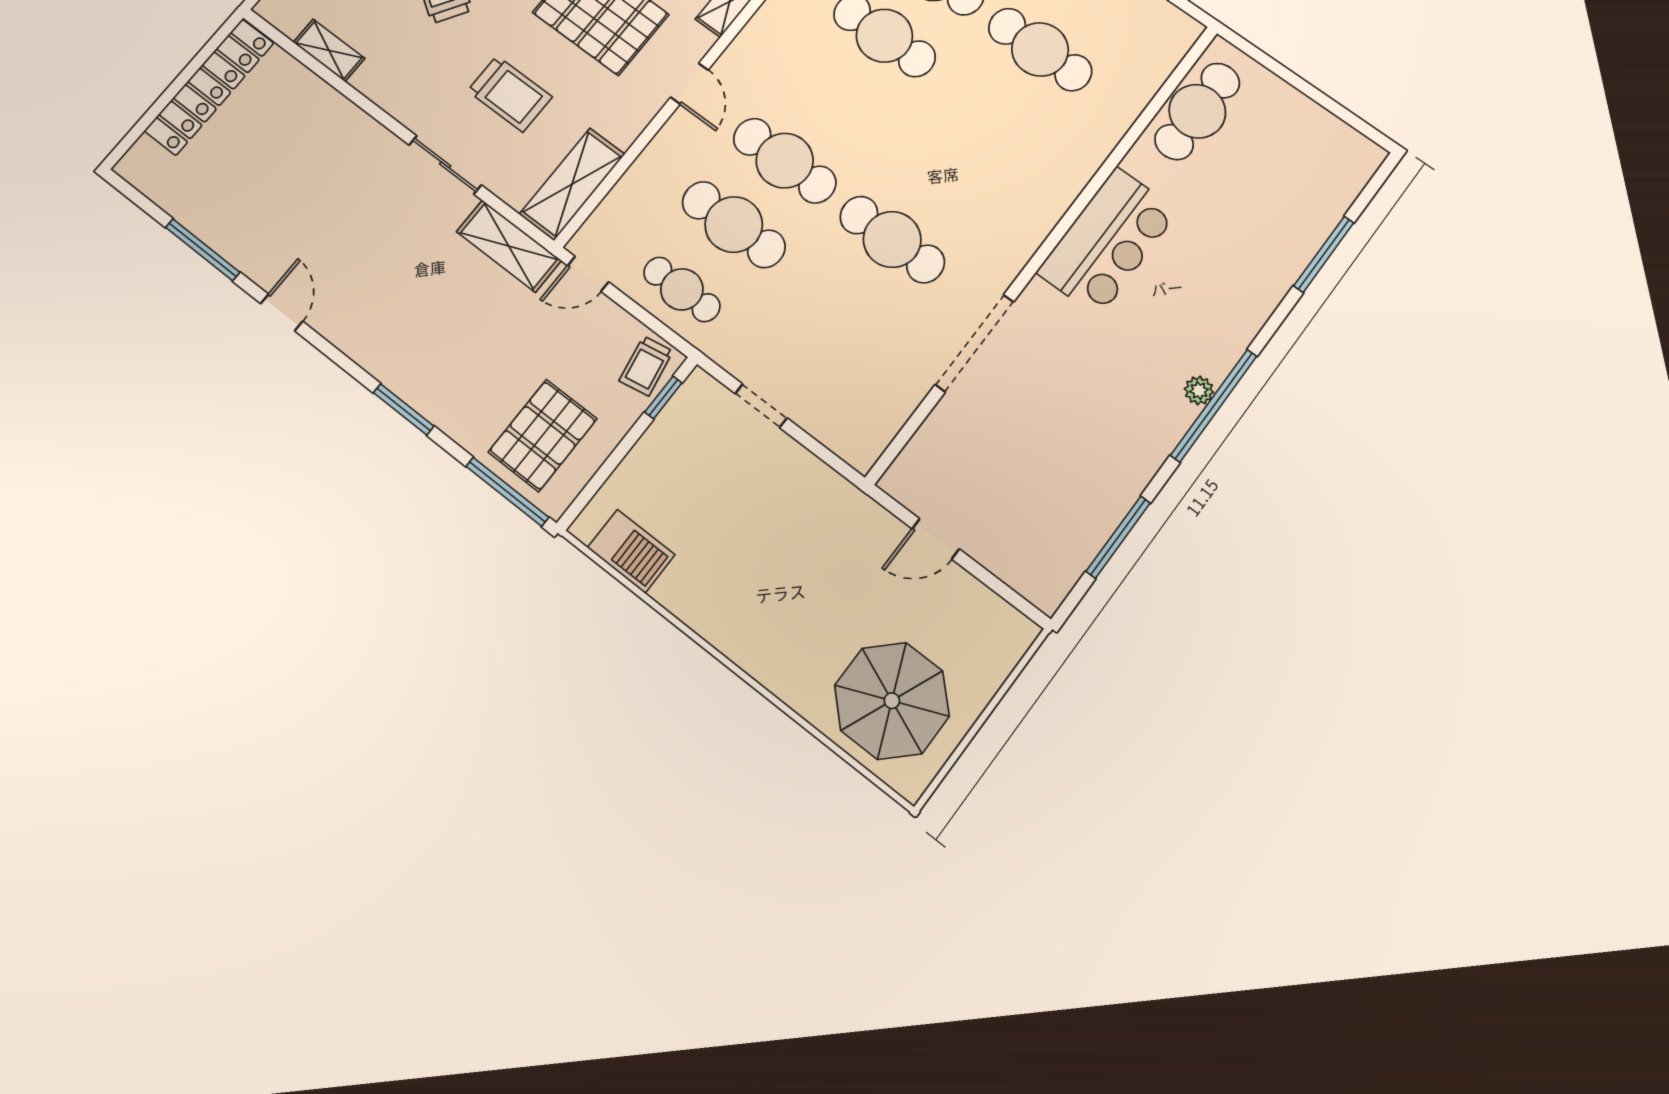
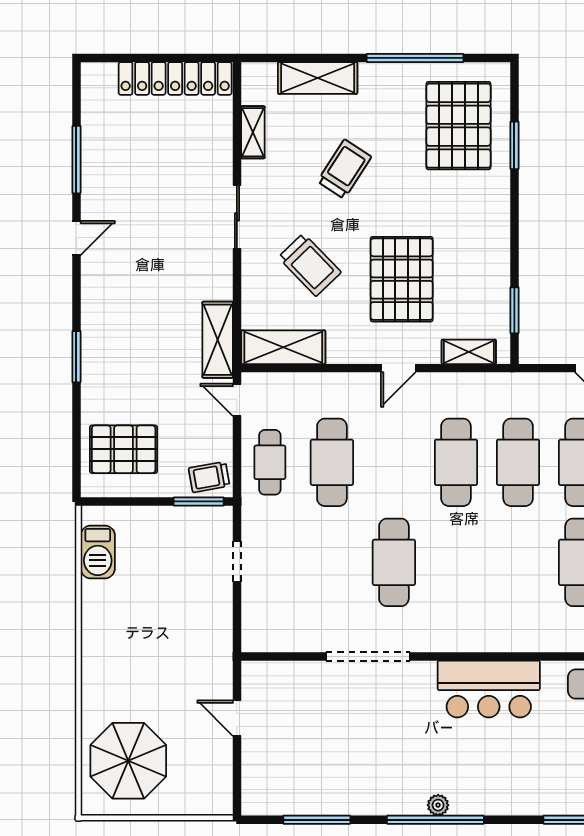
trolley: (510, 94) -> (310, 265), turned -44
cafe table: (785, 161) -> (456, 462), moved
sliding door: (445, 165) -> (237, 217), moved
window: (663, 397) -> (199, 501), width x1.50
window: (507, 492) -> (76, 455), removed

